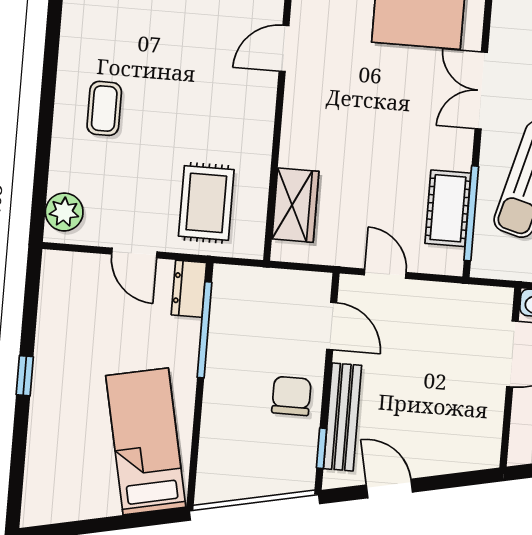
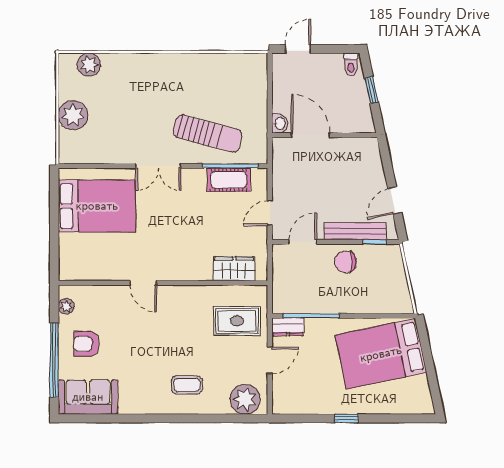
plant: (64, 212) -> (245, 399), width x1.36, depth x1.36
bed: (146, 441) -> (381, 354), width x1.50

